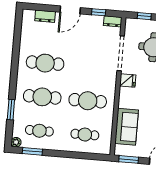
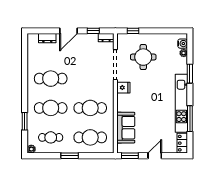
cafe table: (85, 135) -> (90, 137), width x1.37, depth x1.35
window: (32, 151) -> (70, 156), moved

